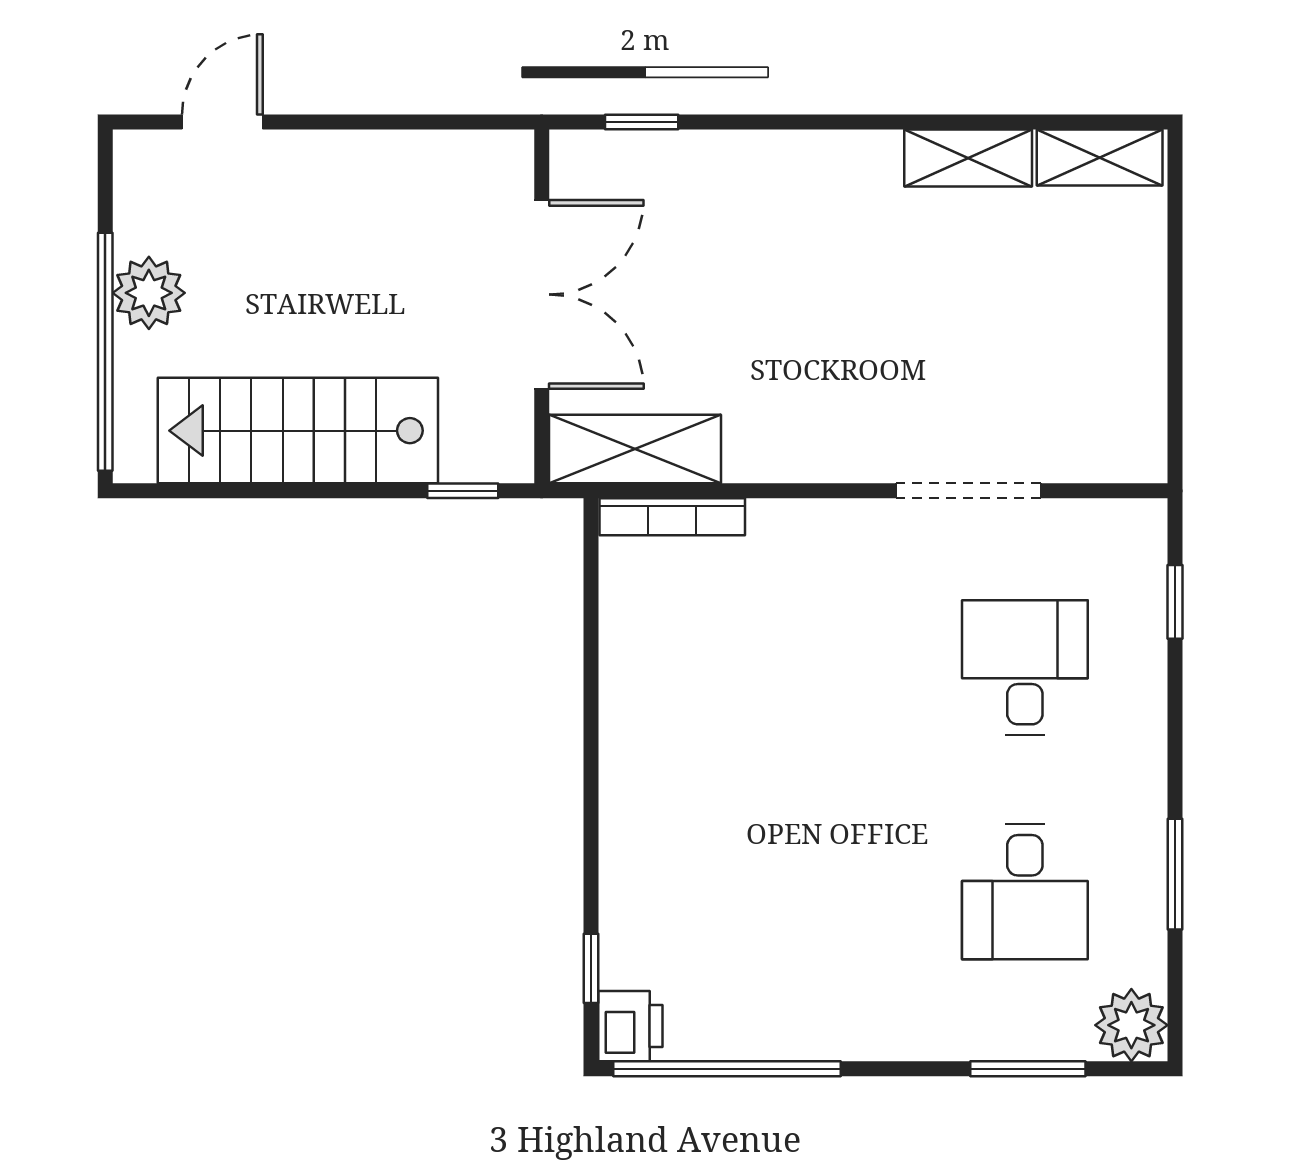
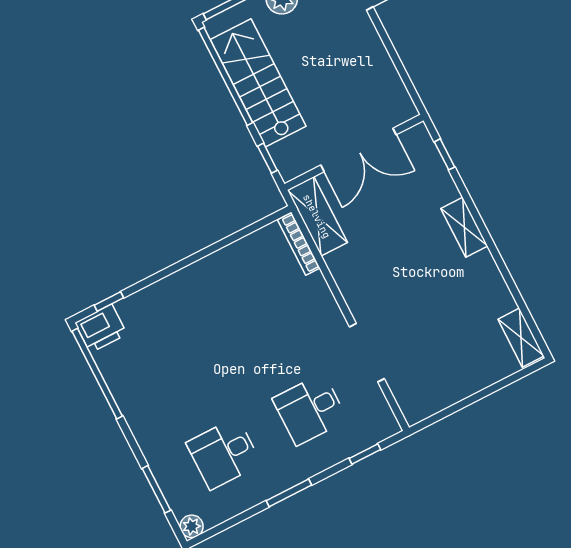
shelving: (968, 158) -> (464, 227), moved
window: (250, 491) -> (226, 76), added
desk: (1025, 668) -> (310, 409), turned 180
window: (1175, 874) -> (289, 493), moved
plant: (1131, 1025) -> (192, 526), width x0.73, depth x0.73
printer: (630, 1026) -> (101, 328), width x1.36, depth x1.24

